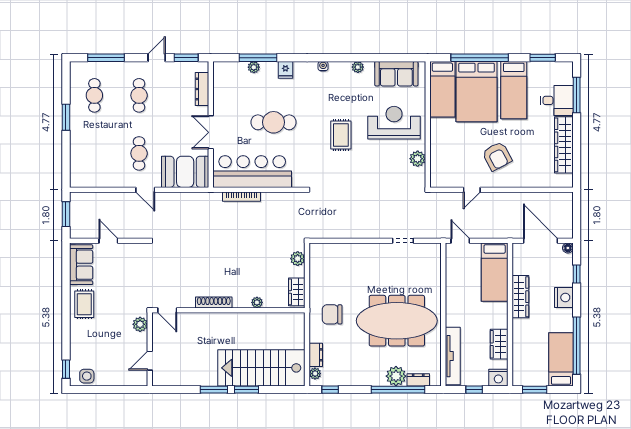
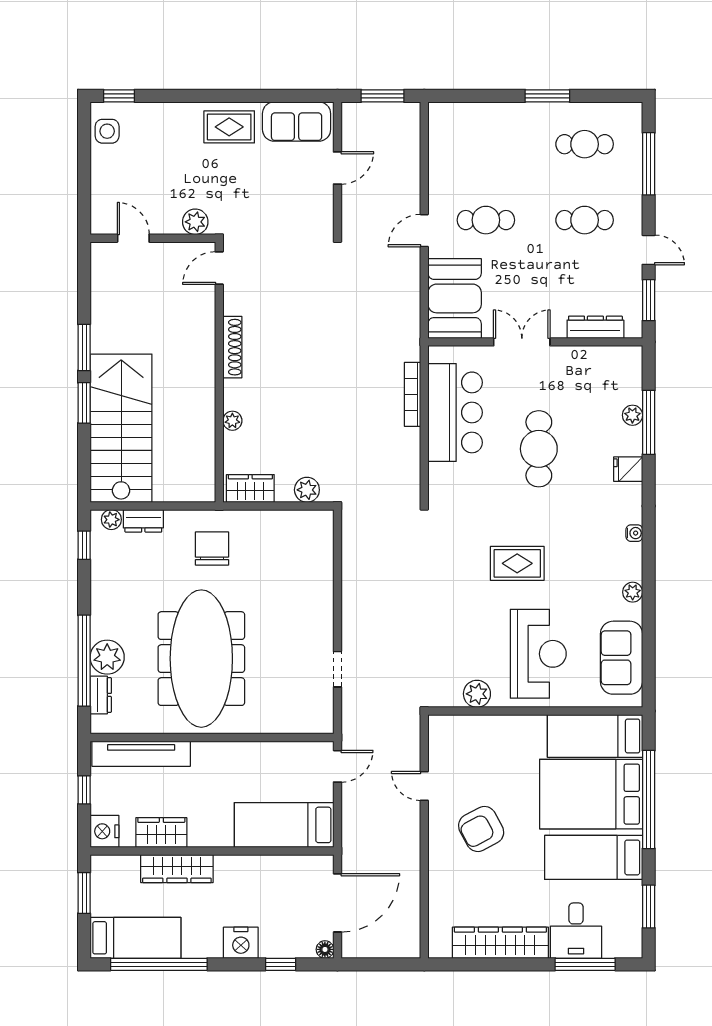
bar counter: (252, 172) -> (455, 412), width x0.73
wardrobe: (520, 297) -> (177, 869), moved

